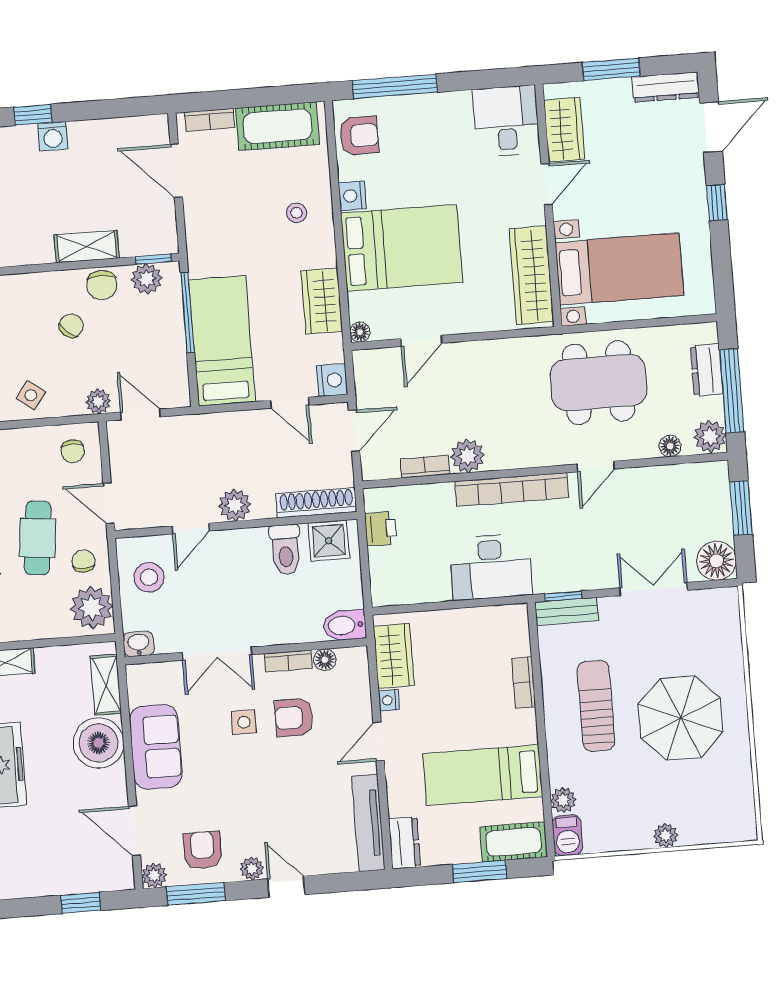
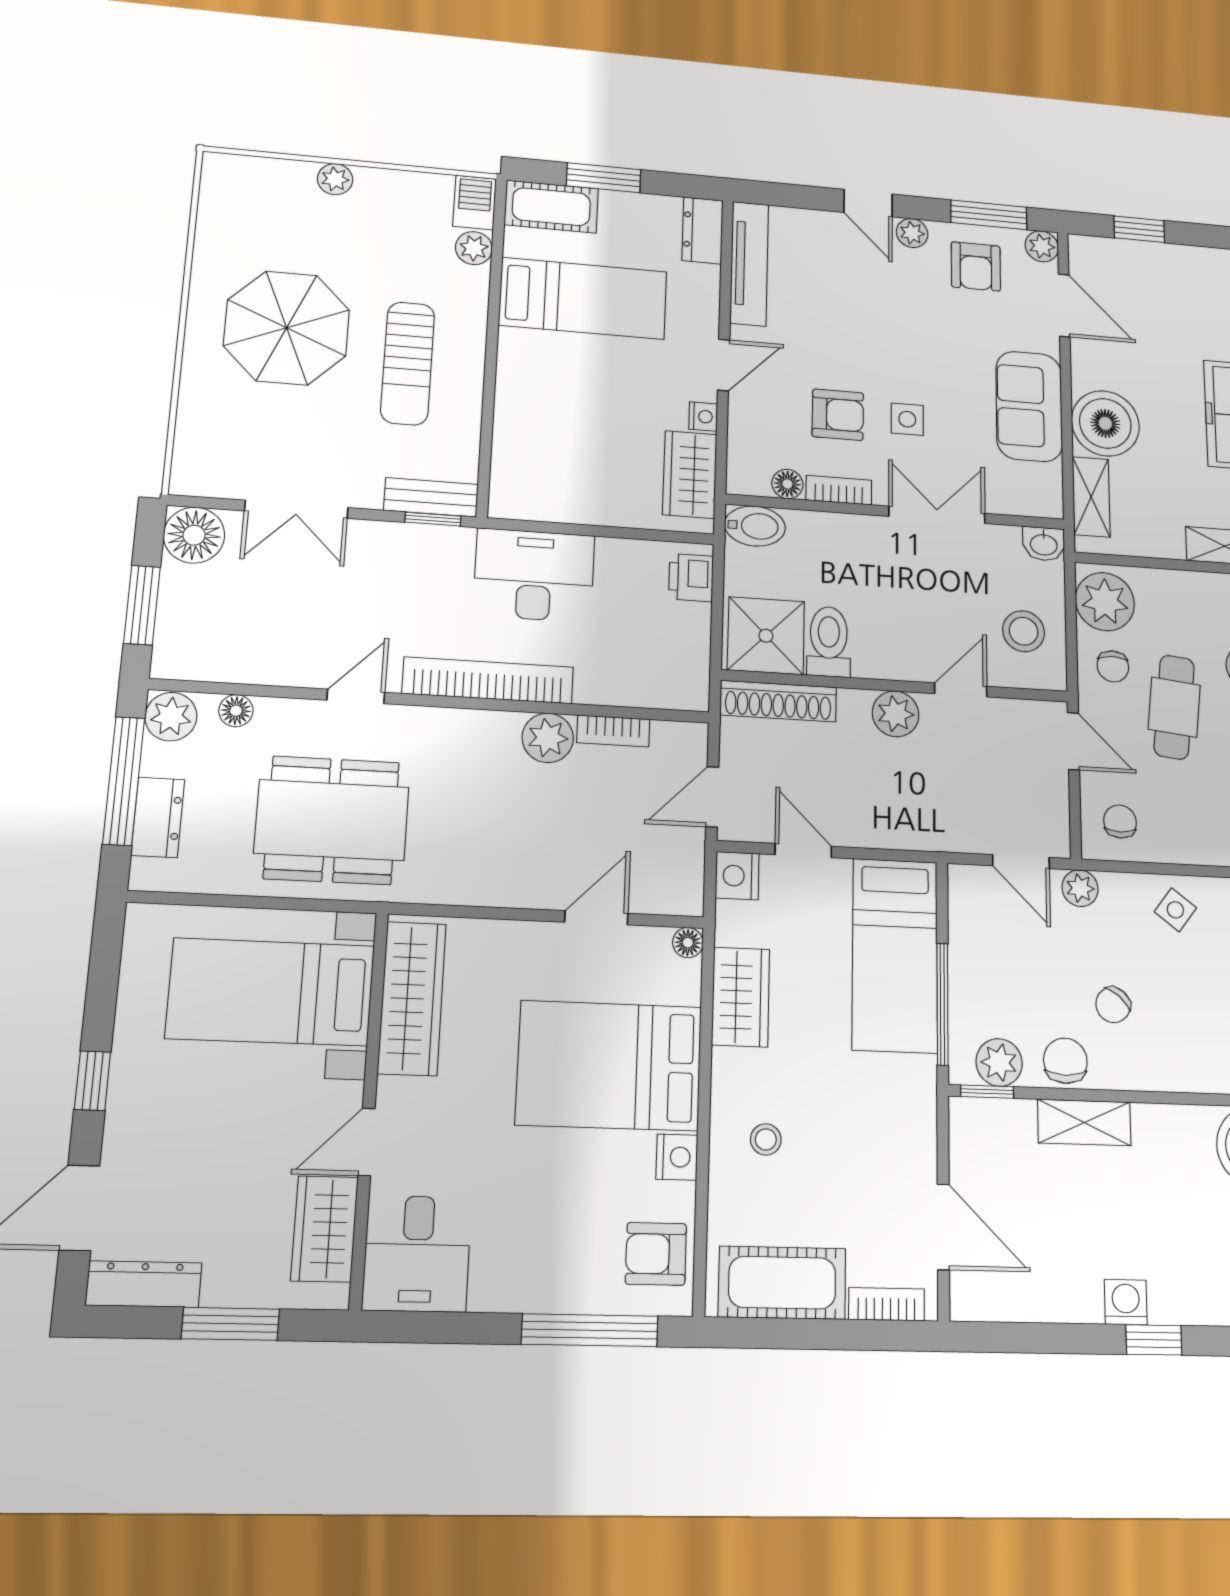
printer: (381, 529) -> (691, 578), moved
shower: (329, 541) -> (766, 636), width x1.36, depth x1.36
bookcase: (524, 682) -> (508, 411), removed

